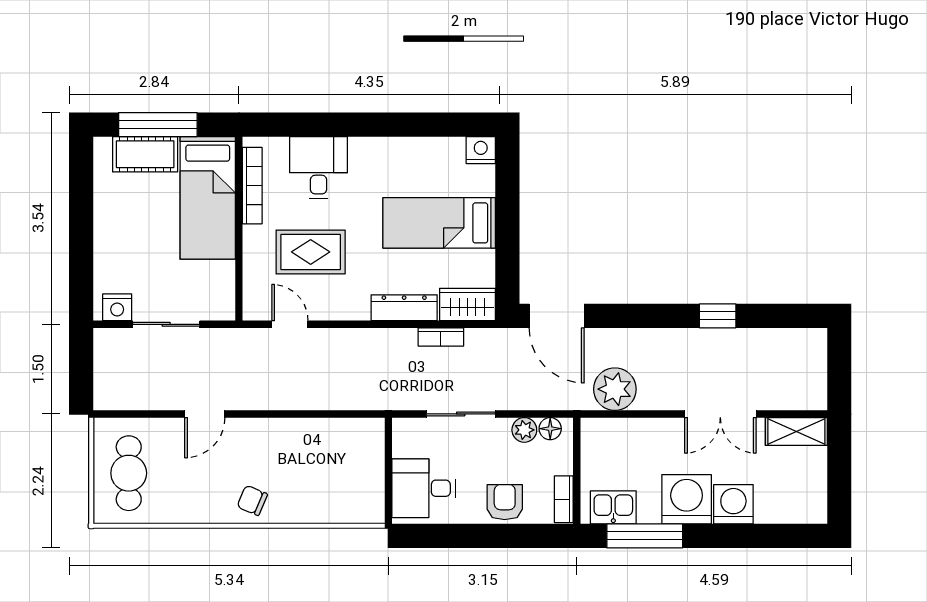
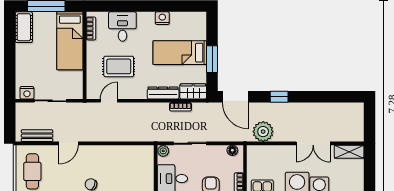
nightstand: (481, 150) -> (162, 18), moved
cot: (145, 154) -> (24, 27), moved, turned 90
bookcase: (252, 186) -> (91, 28), width x0.64
window: (507, 236) -> (212, 59), added
window: (718, 316) -> (279, 97), moved
door: (290, 324) -> (109, 101), hinge flipped
bench: (138, 398) -> (37, 136), added
plant: (524, 430) -> (163, 151), moved

